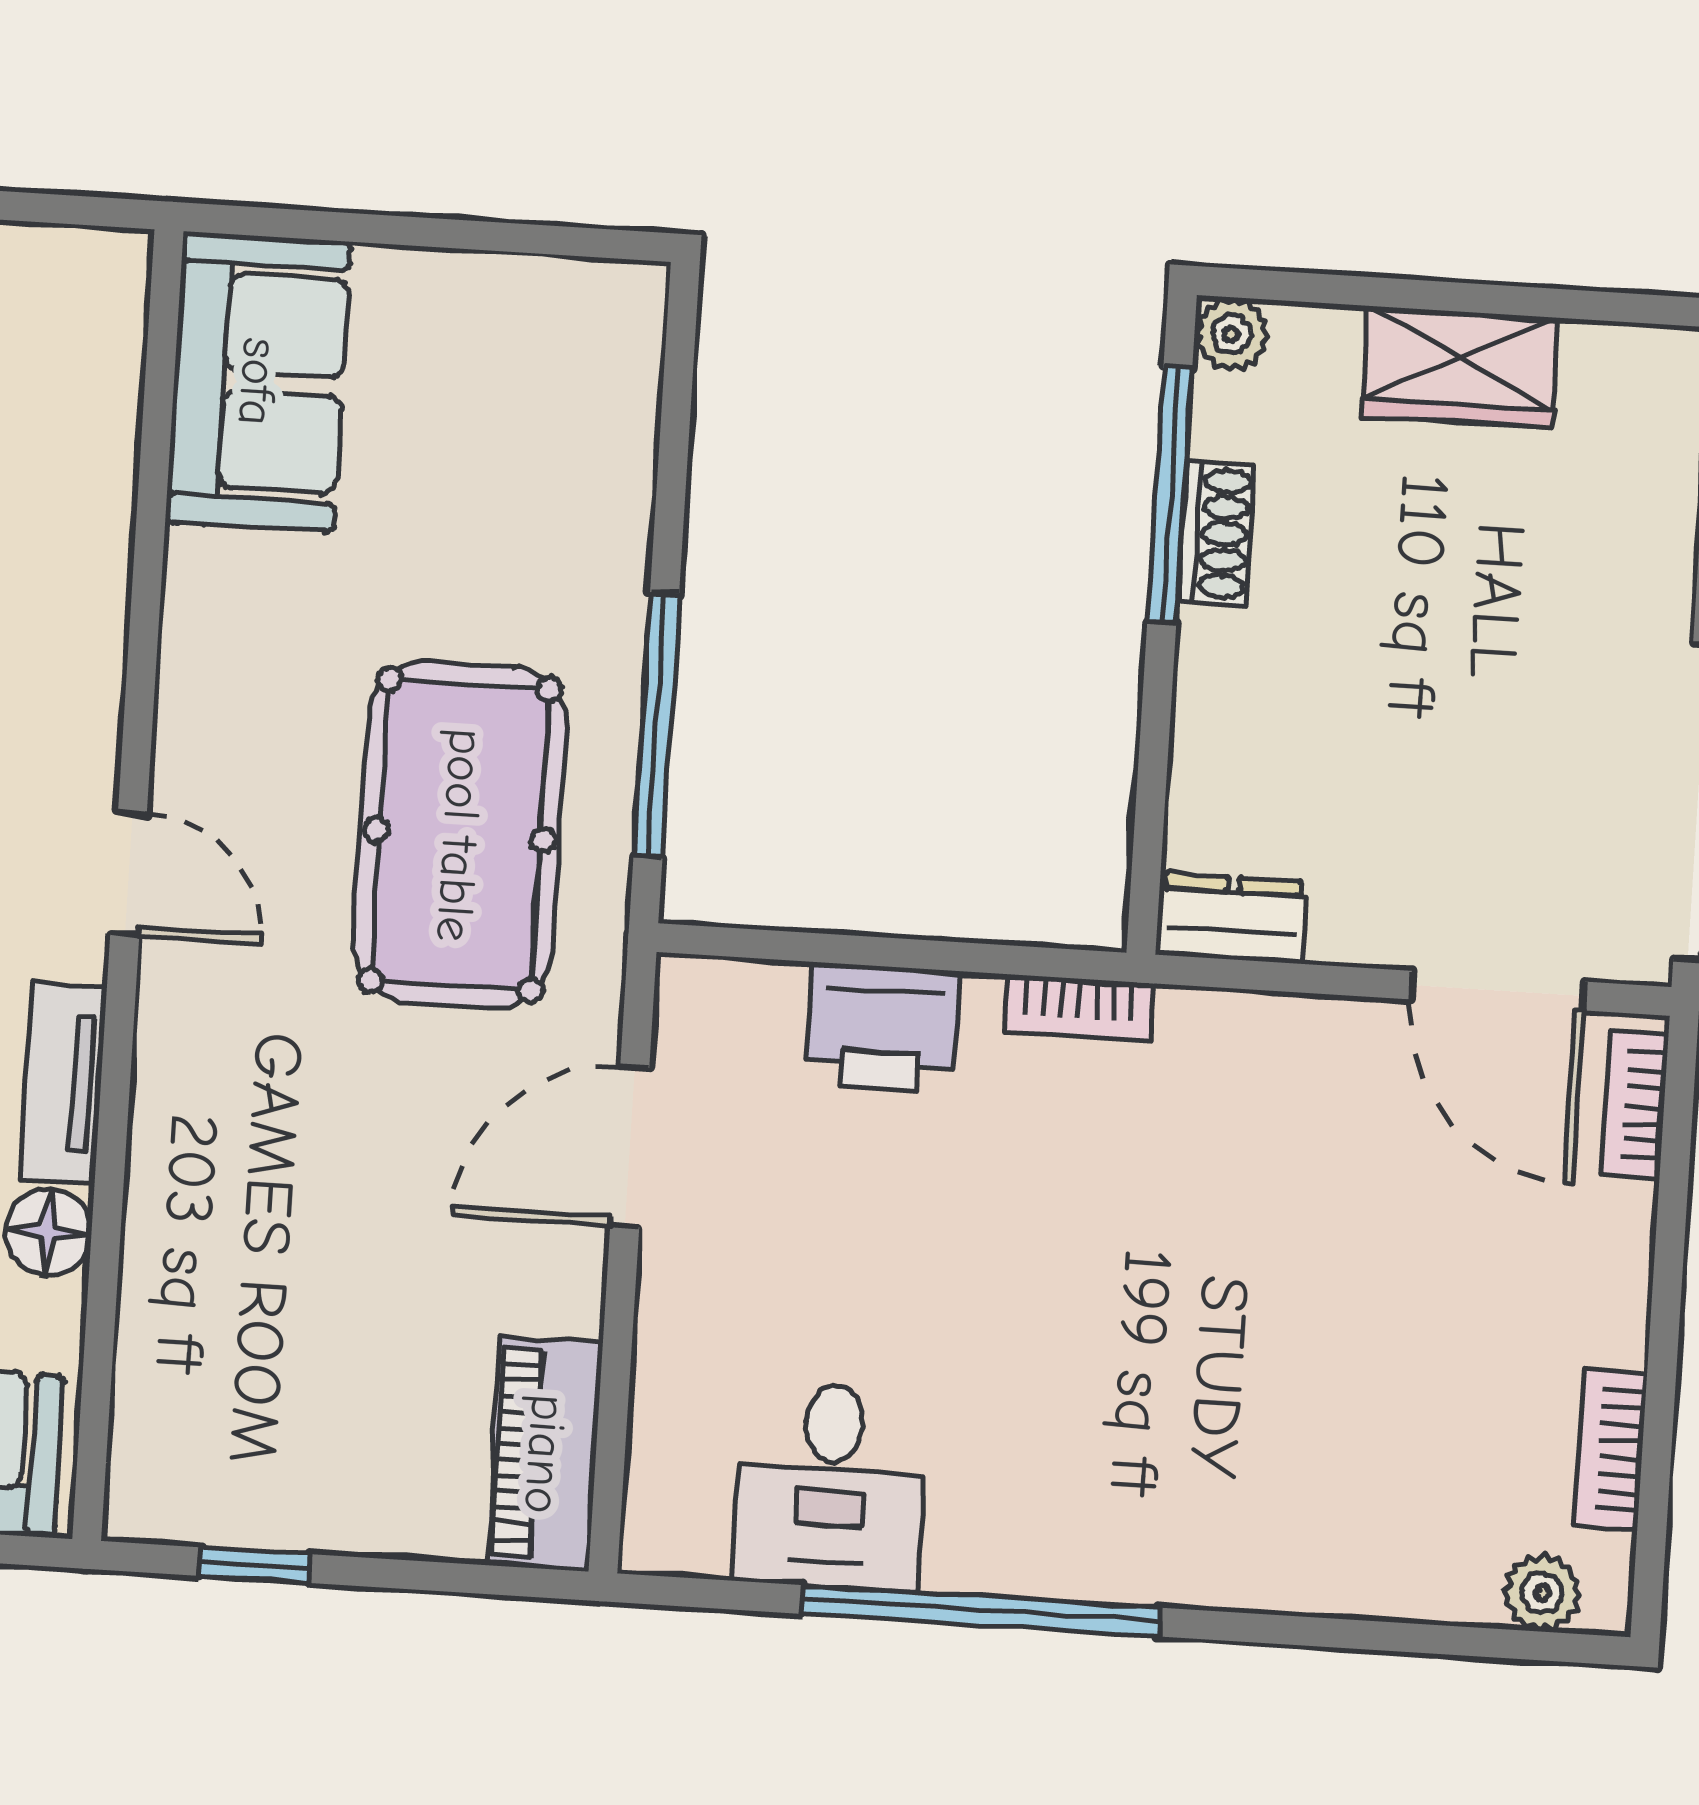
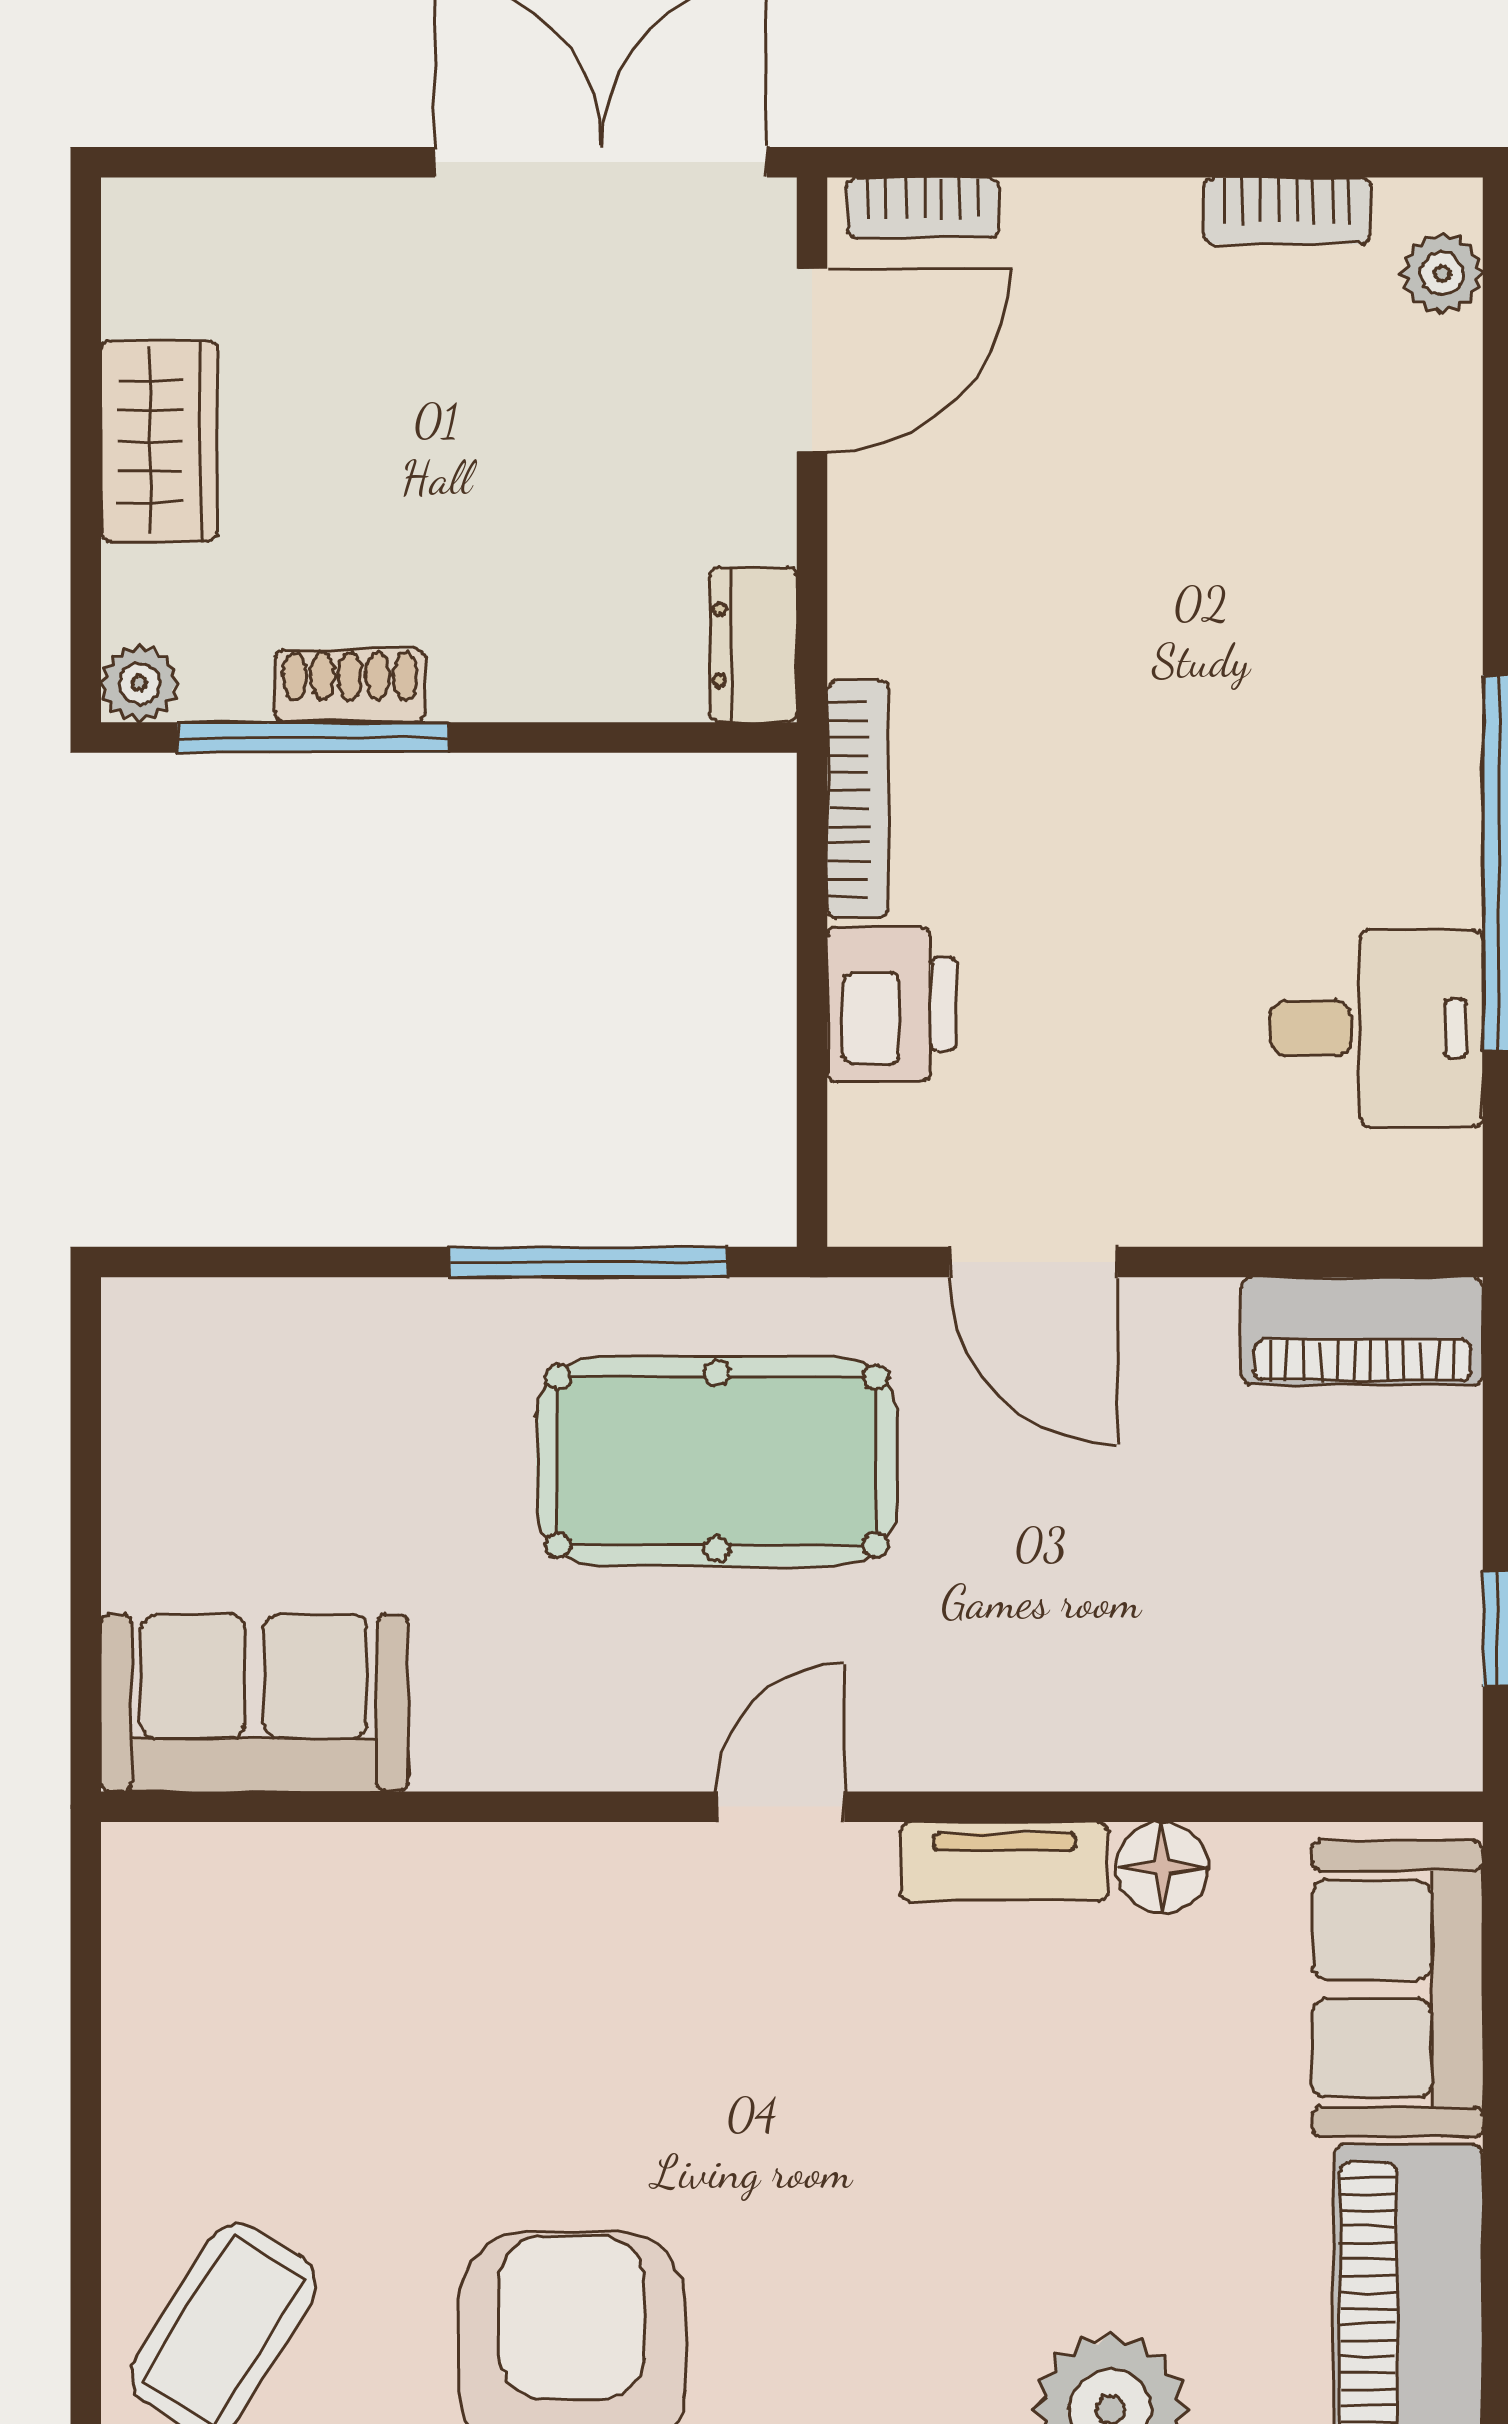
bookcase: (1079, 1008) -> (858, 799), width x1.56

